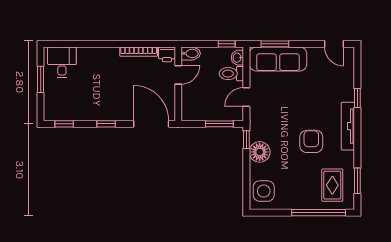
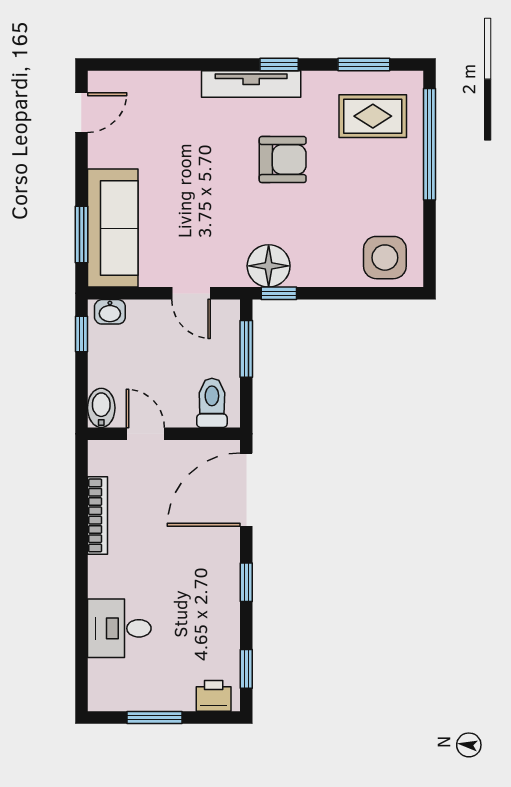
printer: (167, 54) -> (214, 696), moved, turned -90
desk: (62, 62) -> (119, 628), moved
toilet: (231, 74) -> (212, 403), moved, turned 180
window: (357, 98) -> (279, 64), moved
armchair: (311, 141) -> (283, 160), turned 180
floor lamp: (260, 152) -> (269, 266), moved

